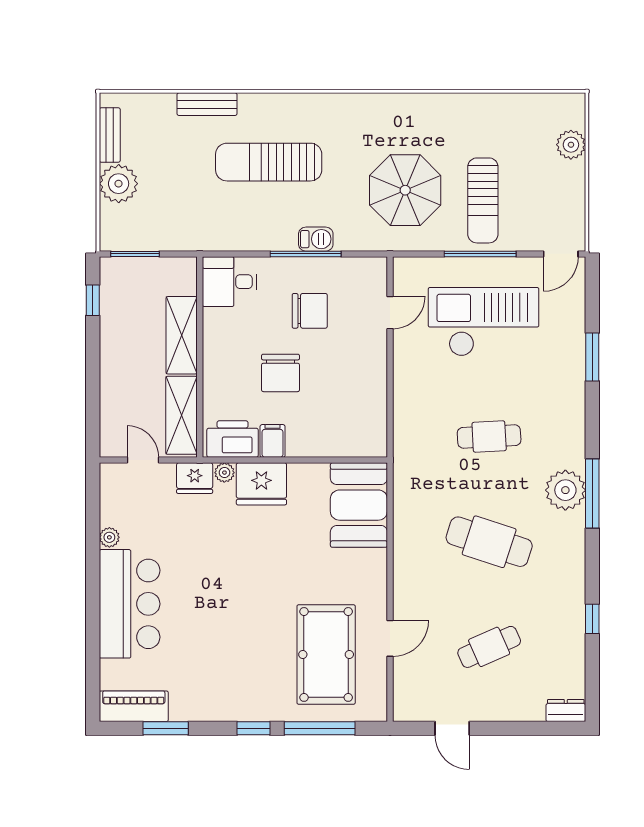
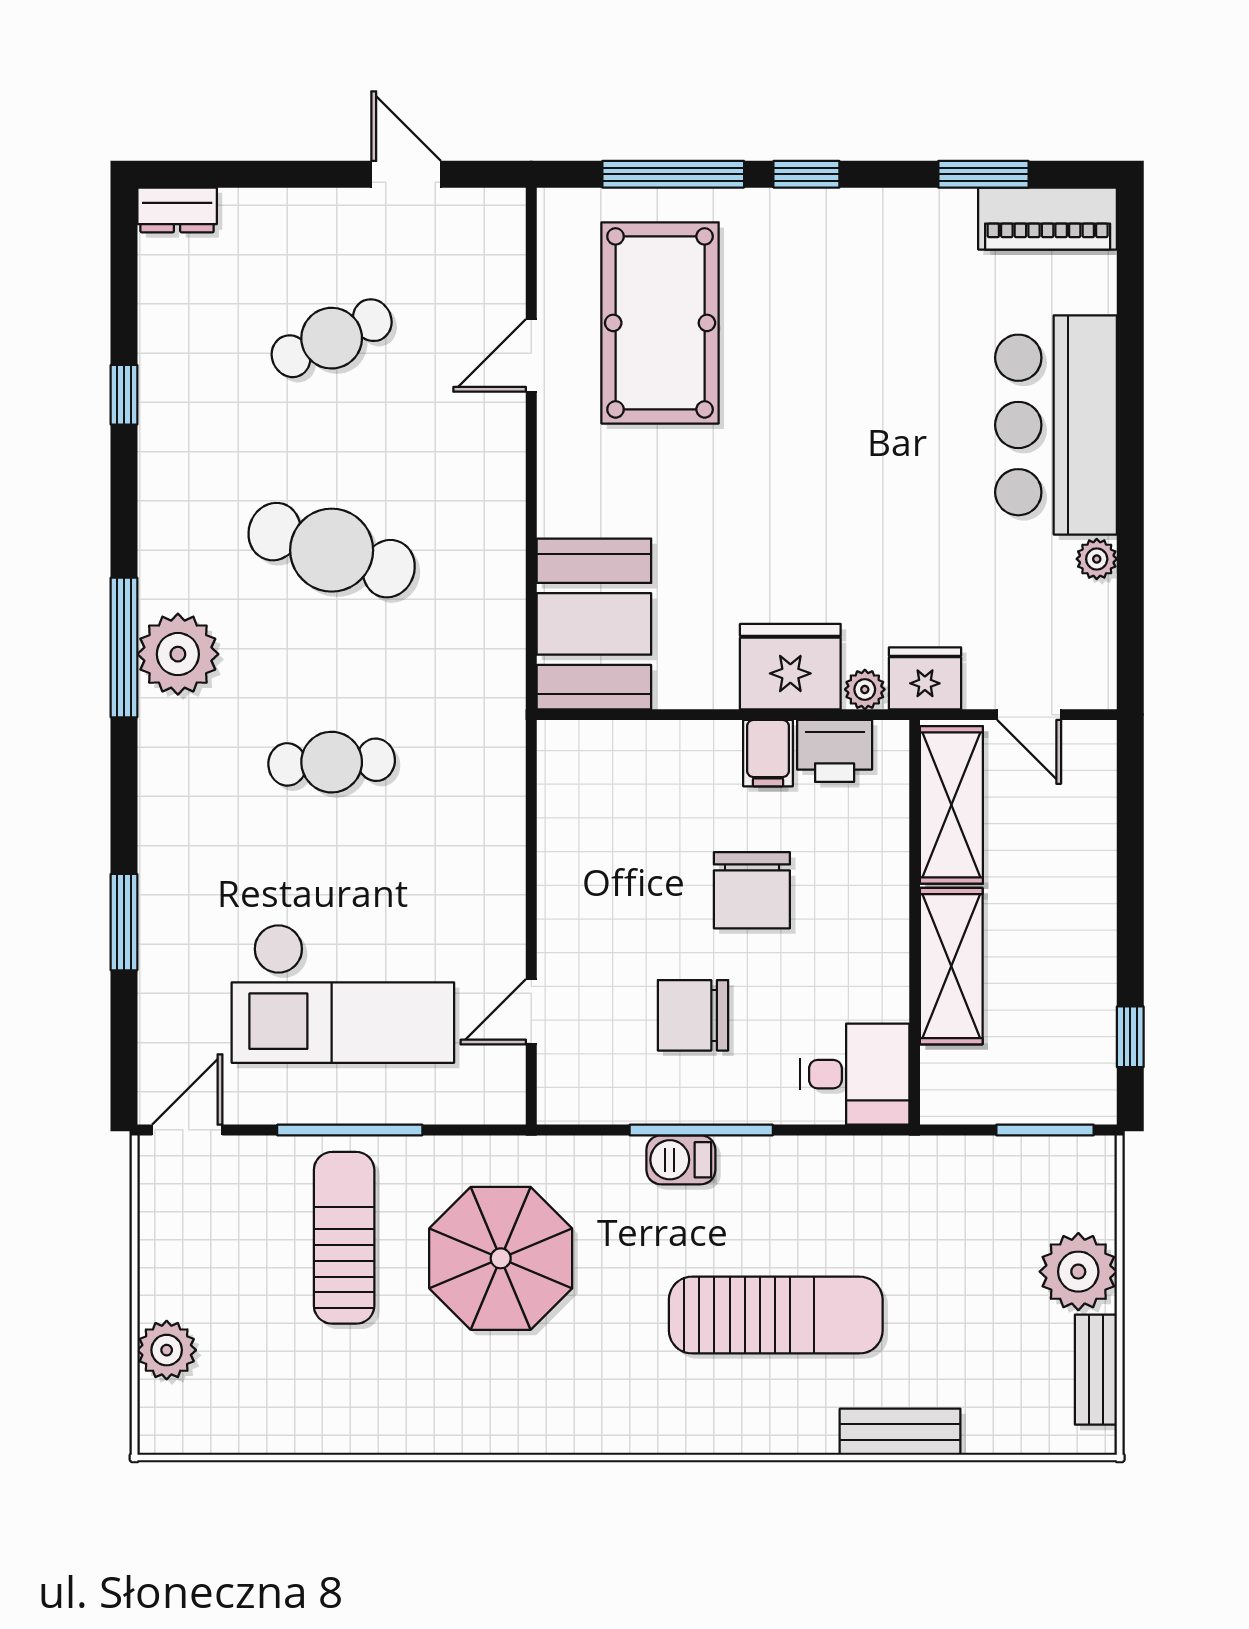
chair: (281, 373) -> (752, 890), turned 180
printer: (233, 439) -> (835, 751), width x0.73, depth x0.84

